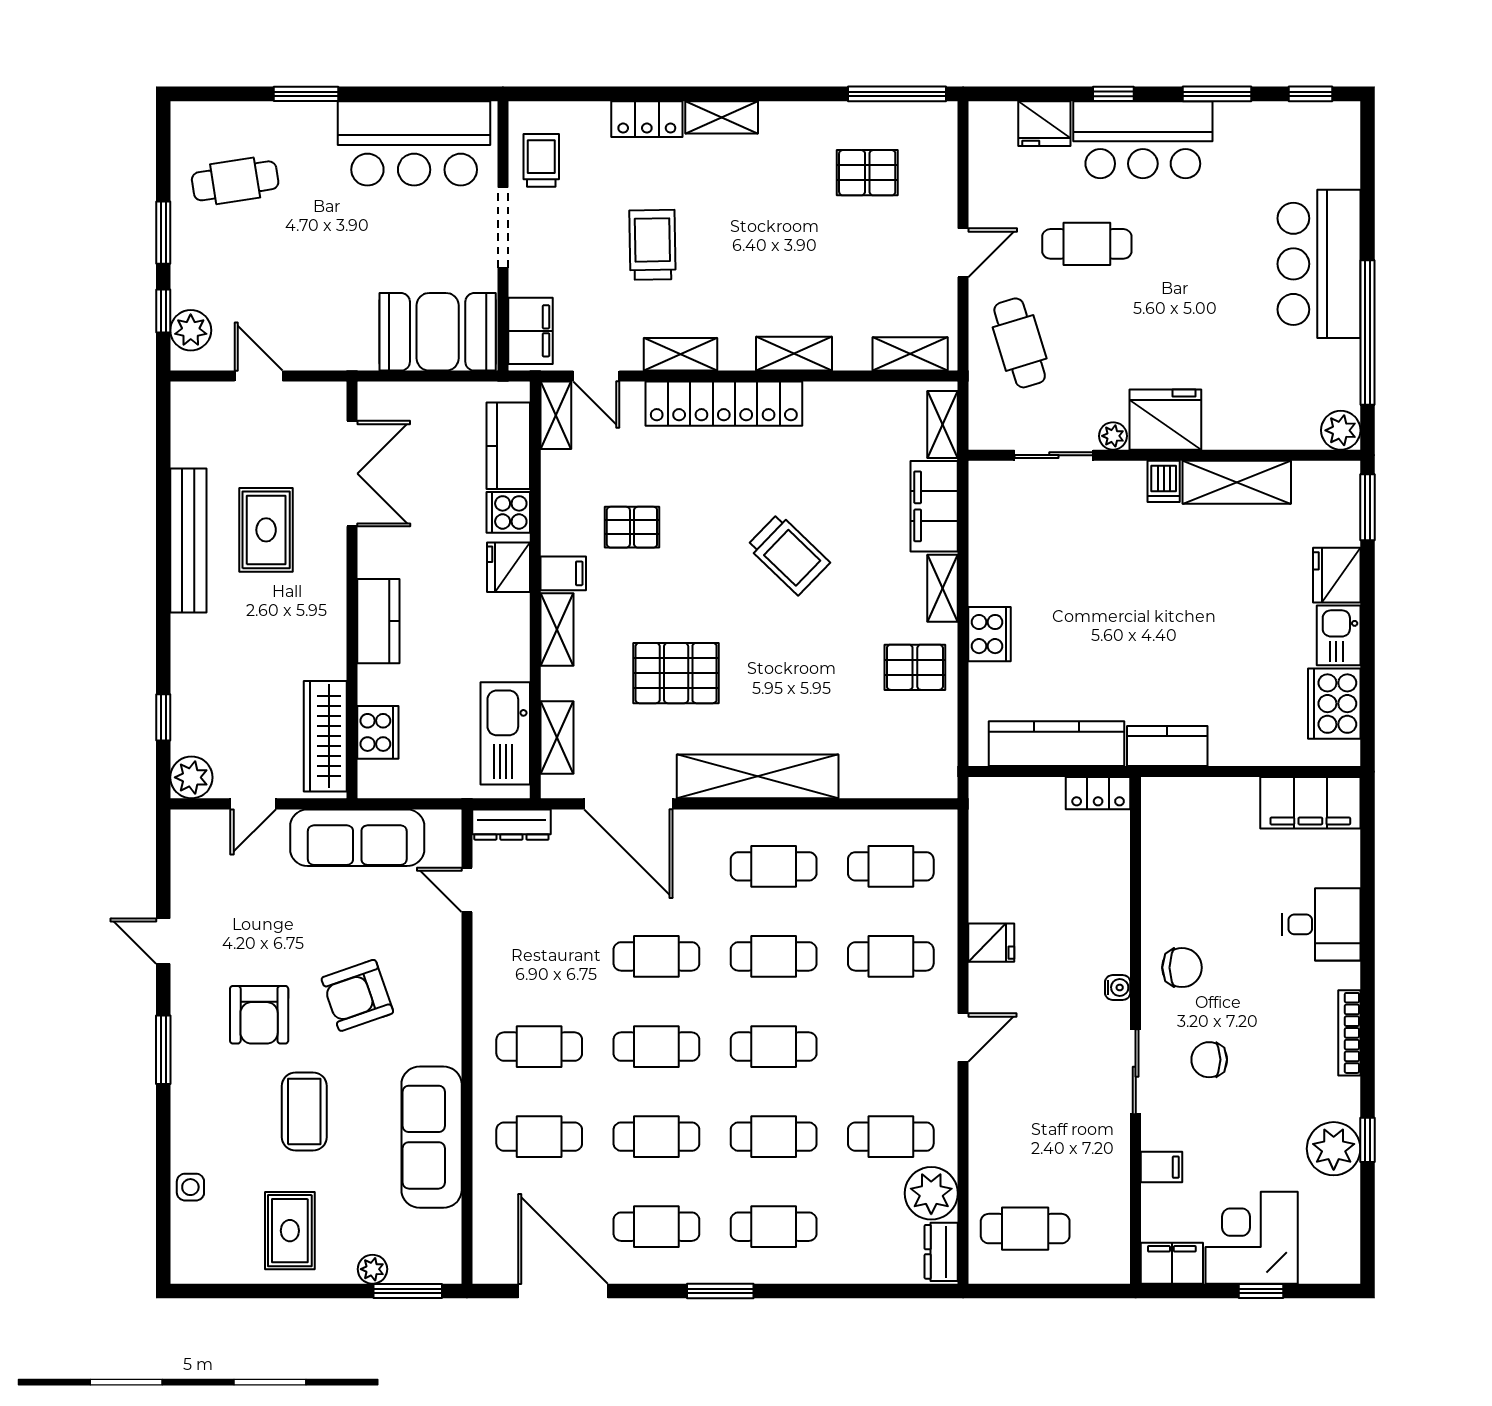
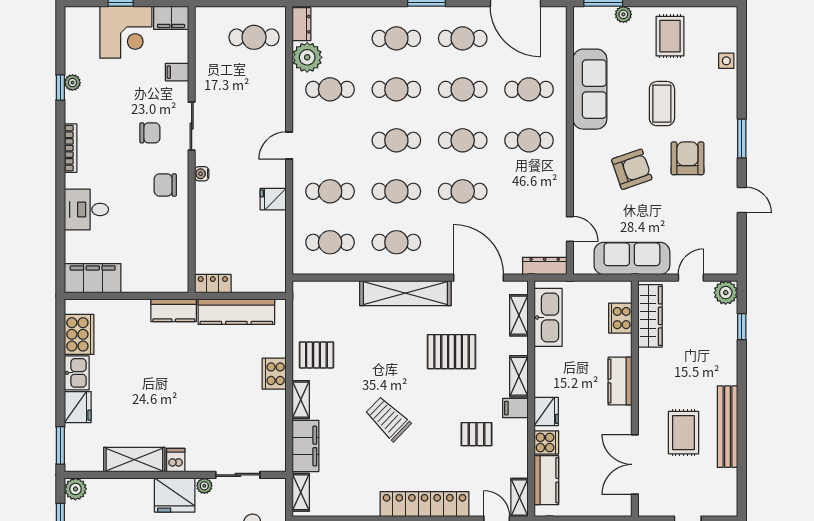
plant: (1334, 1149) -> (72, 83), width x0.53, depth x0.53

